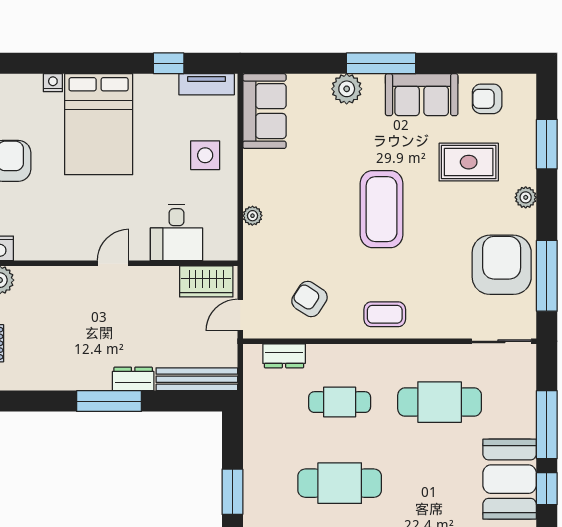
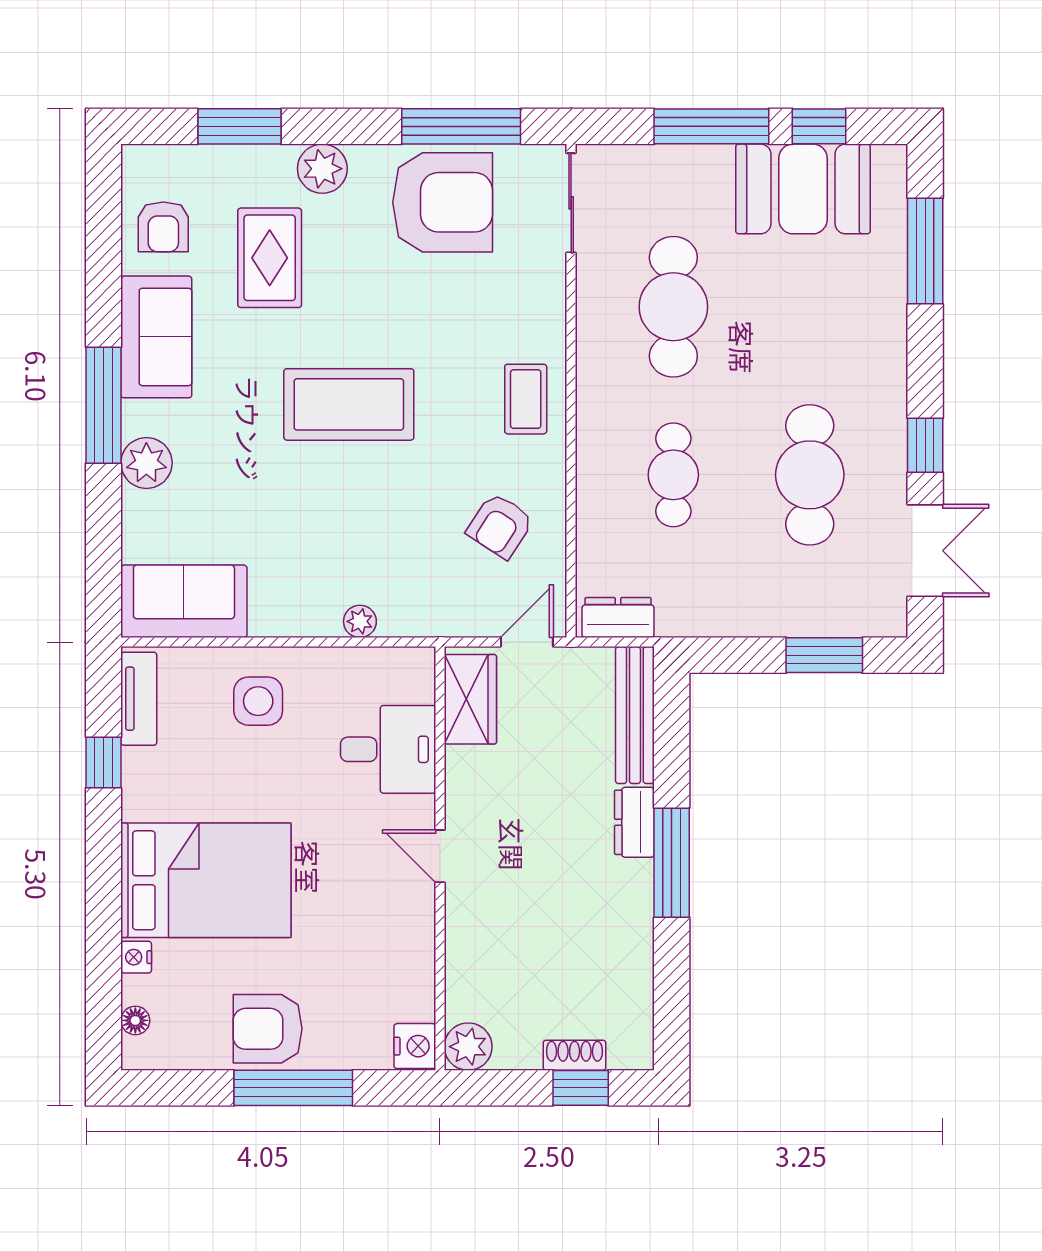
floor lamp: (15, 82) -> (135, 1020), added
plant: (526, 197) -> (322, 169), width x1.38, depth x1.38
armchair: (502, 265) -> (443, 202), turned 180
door: (240, 315) -> (527, 642), swing flipped
dresser: (284, 356) -> (618, 618), moved, turned -90

